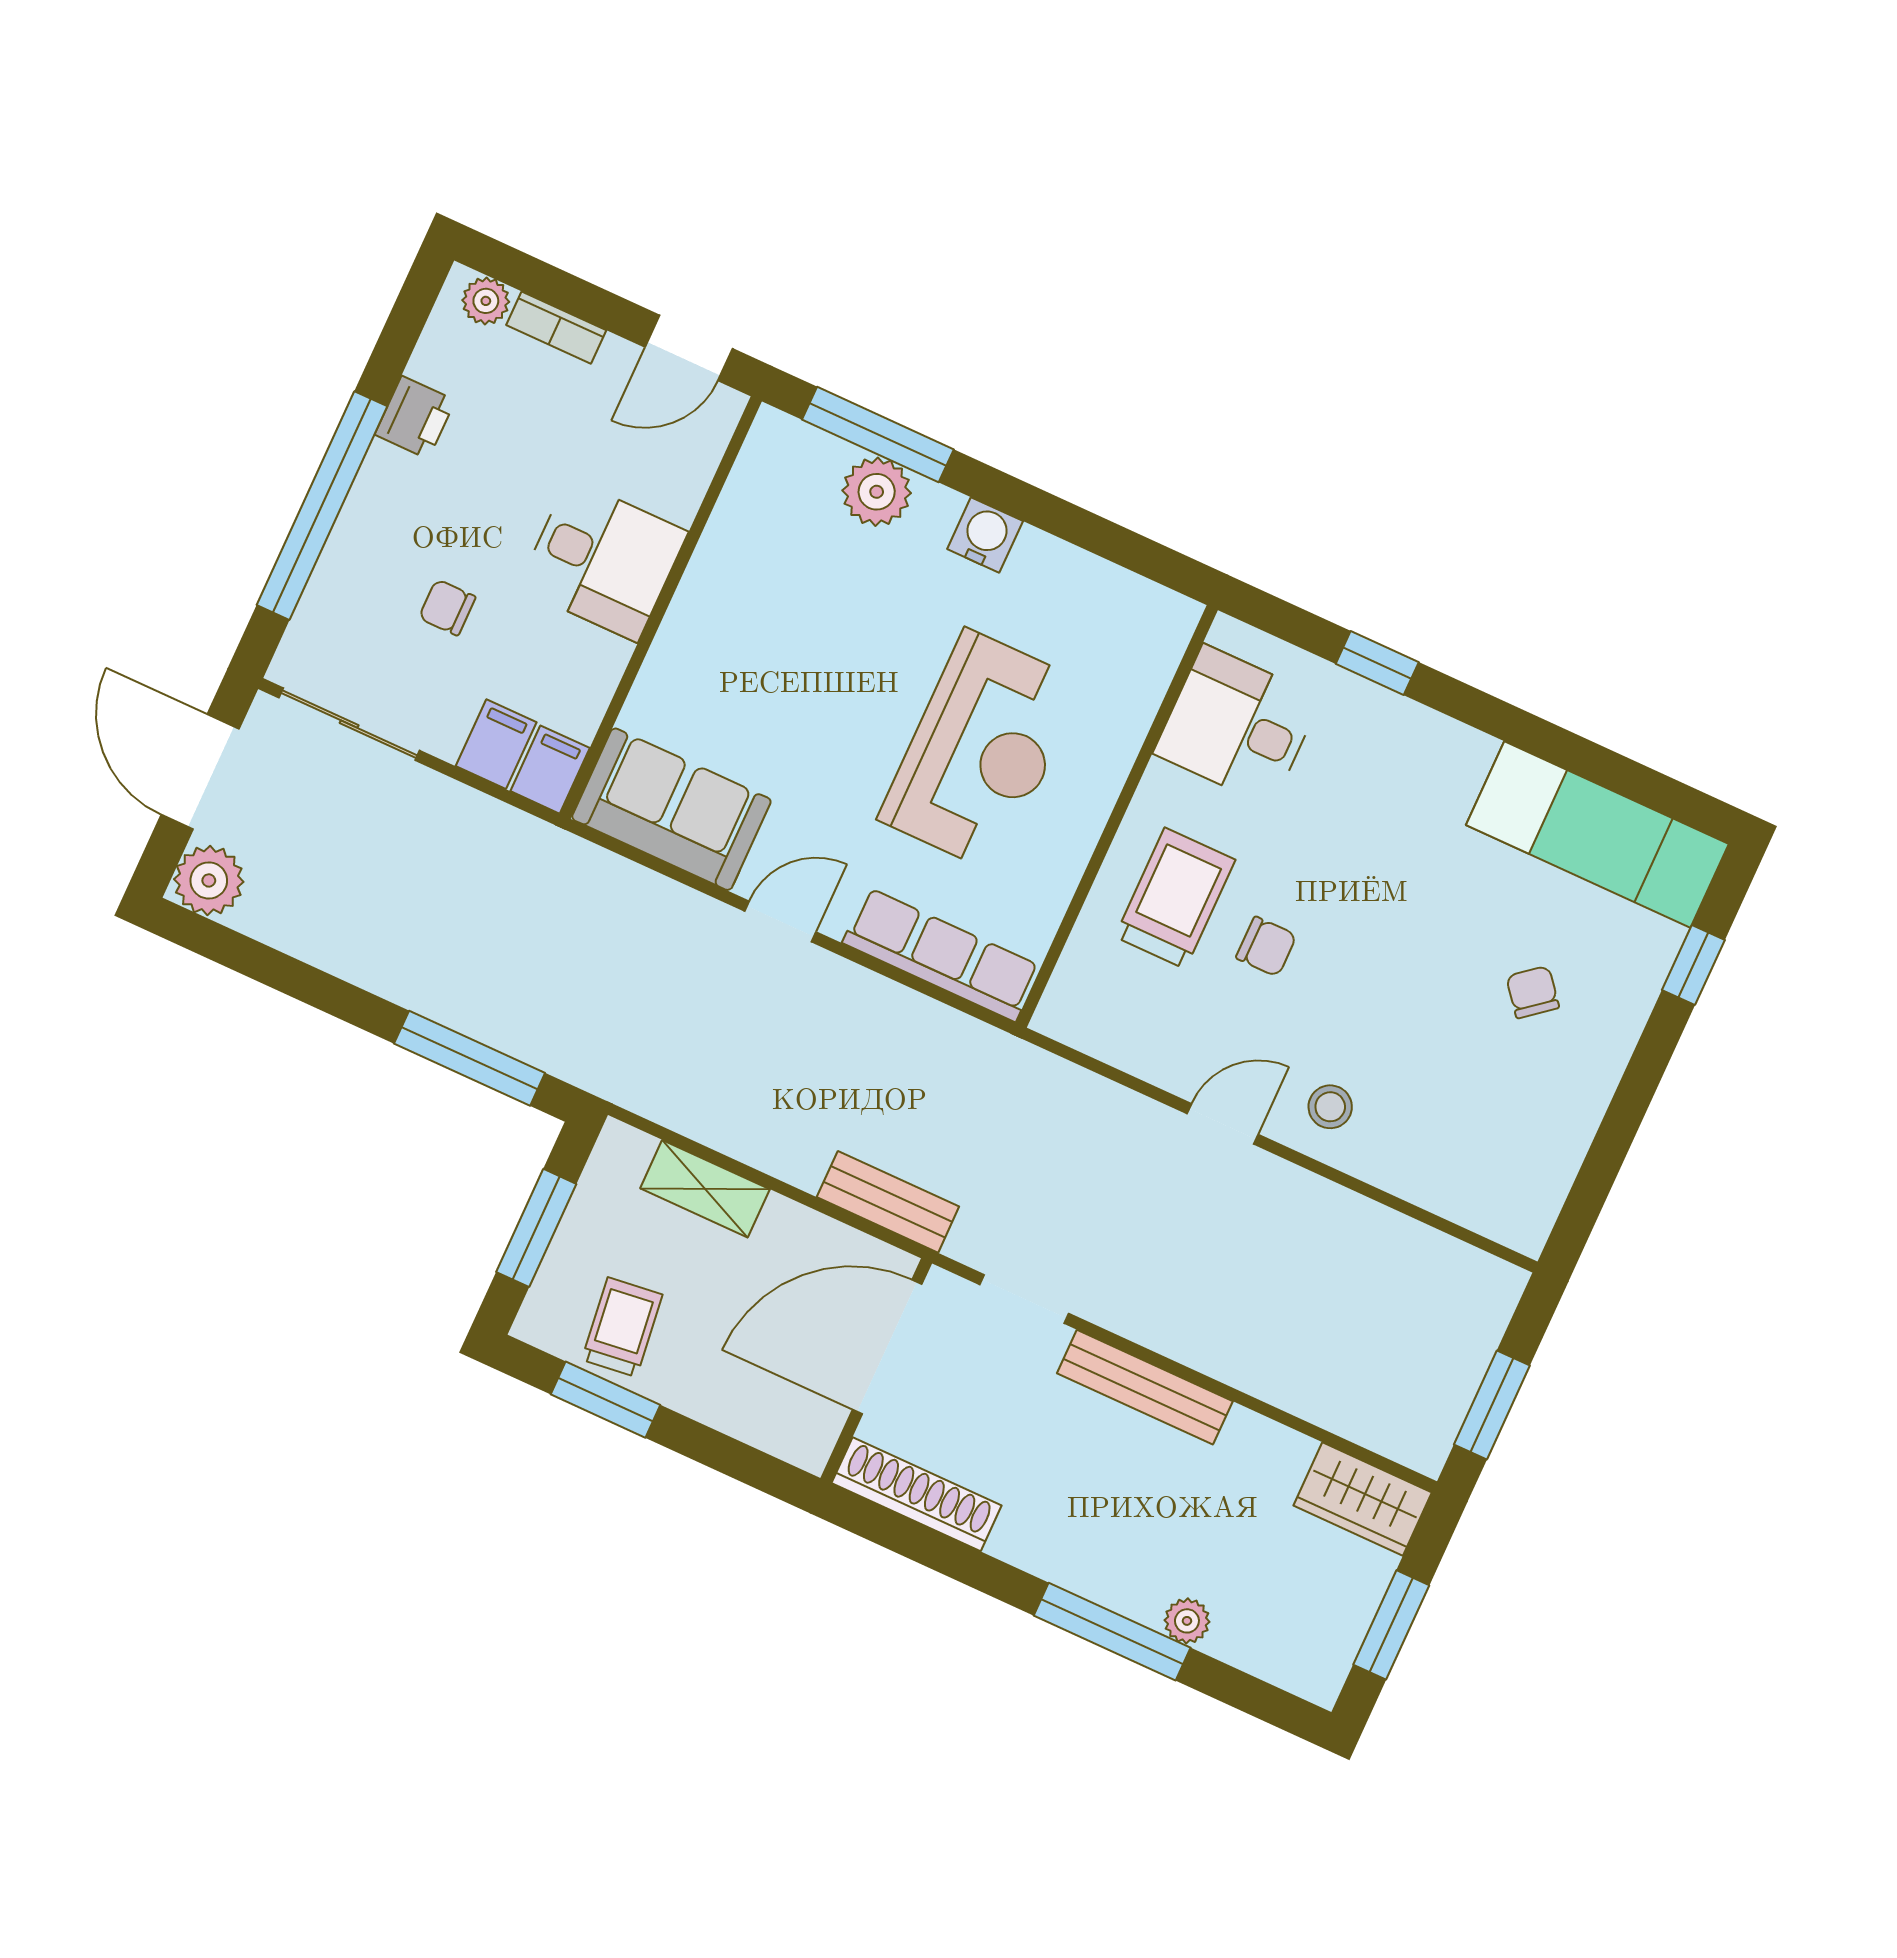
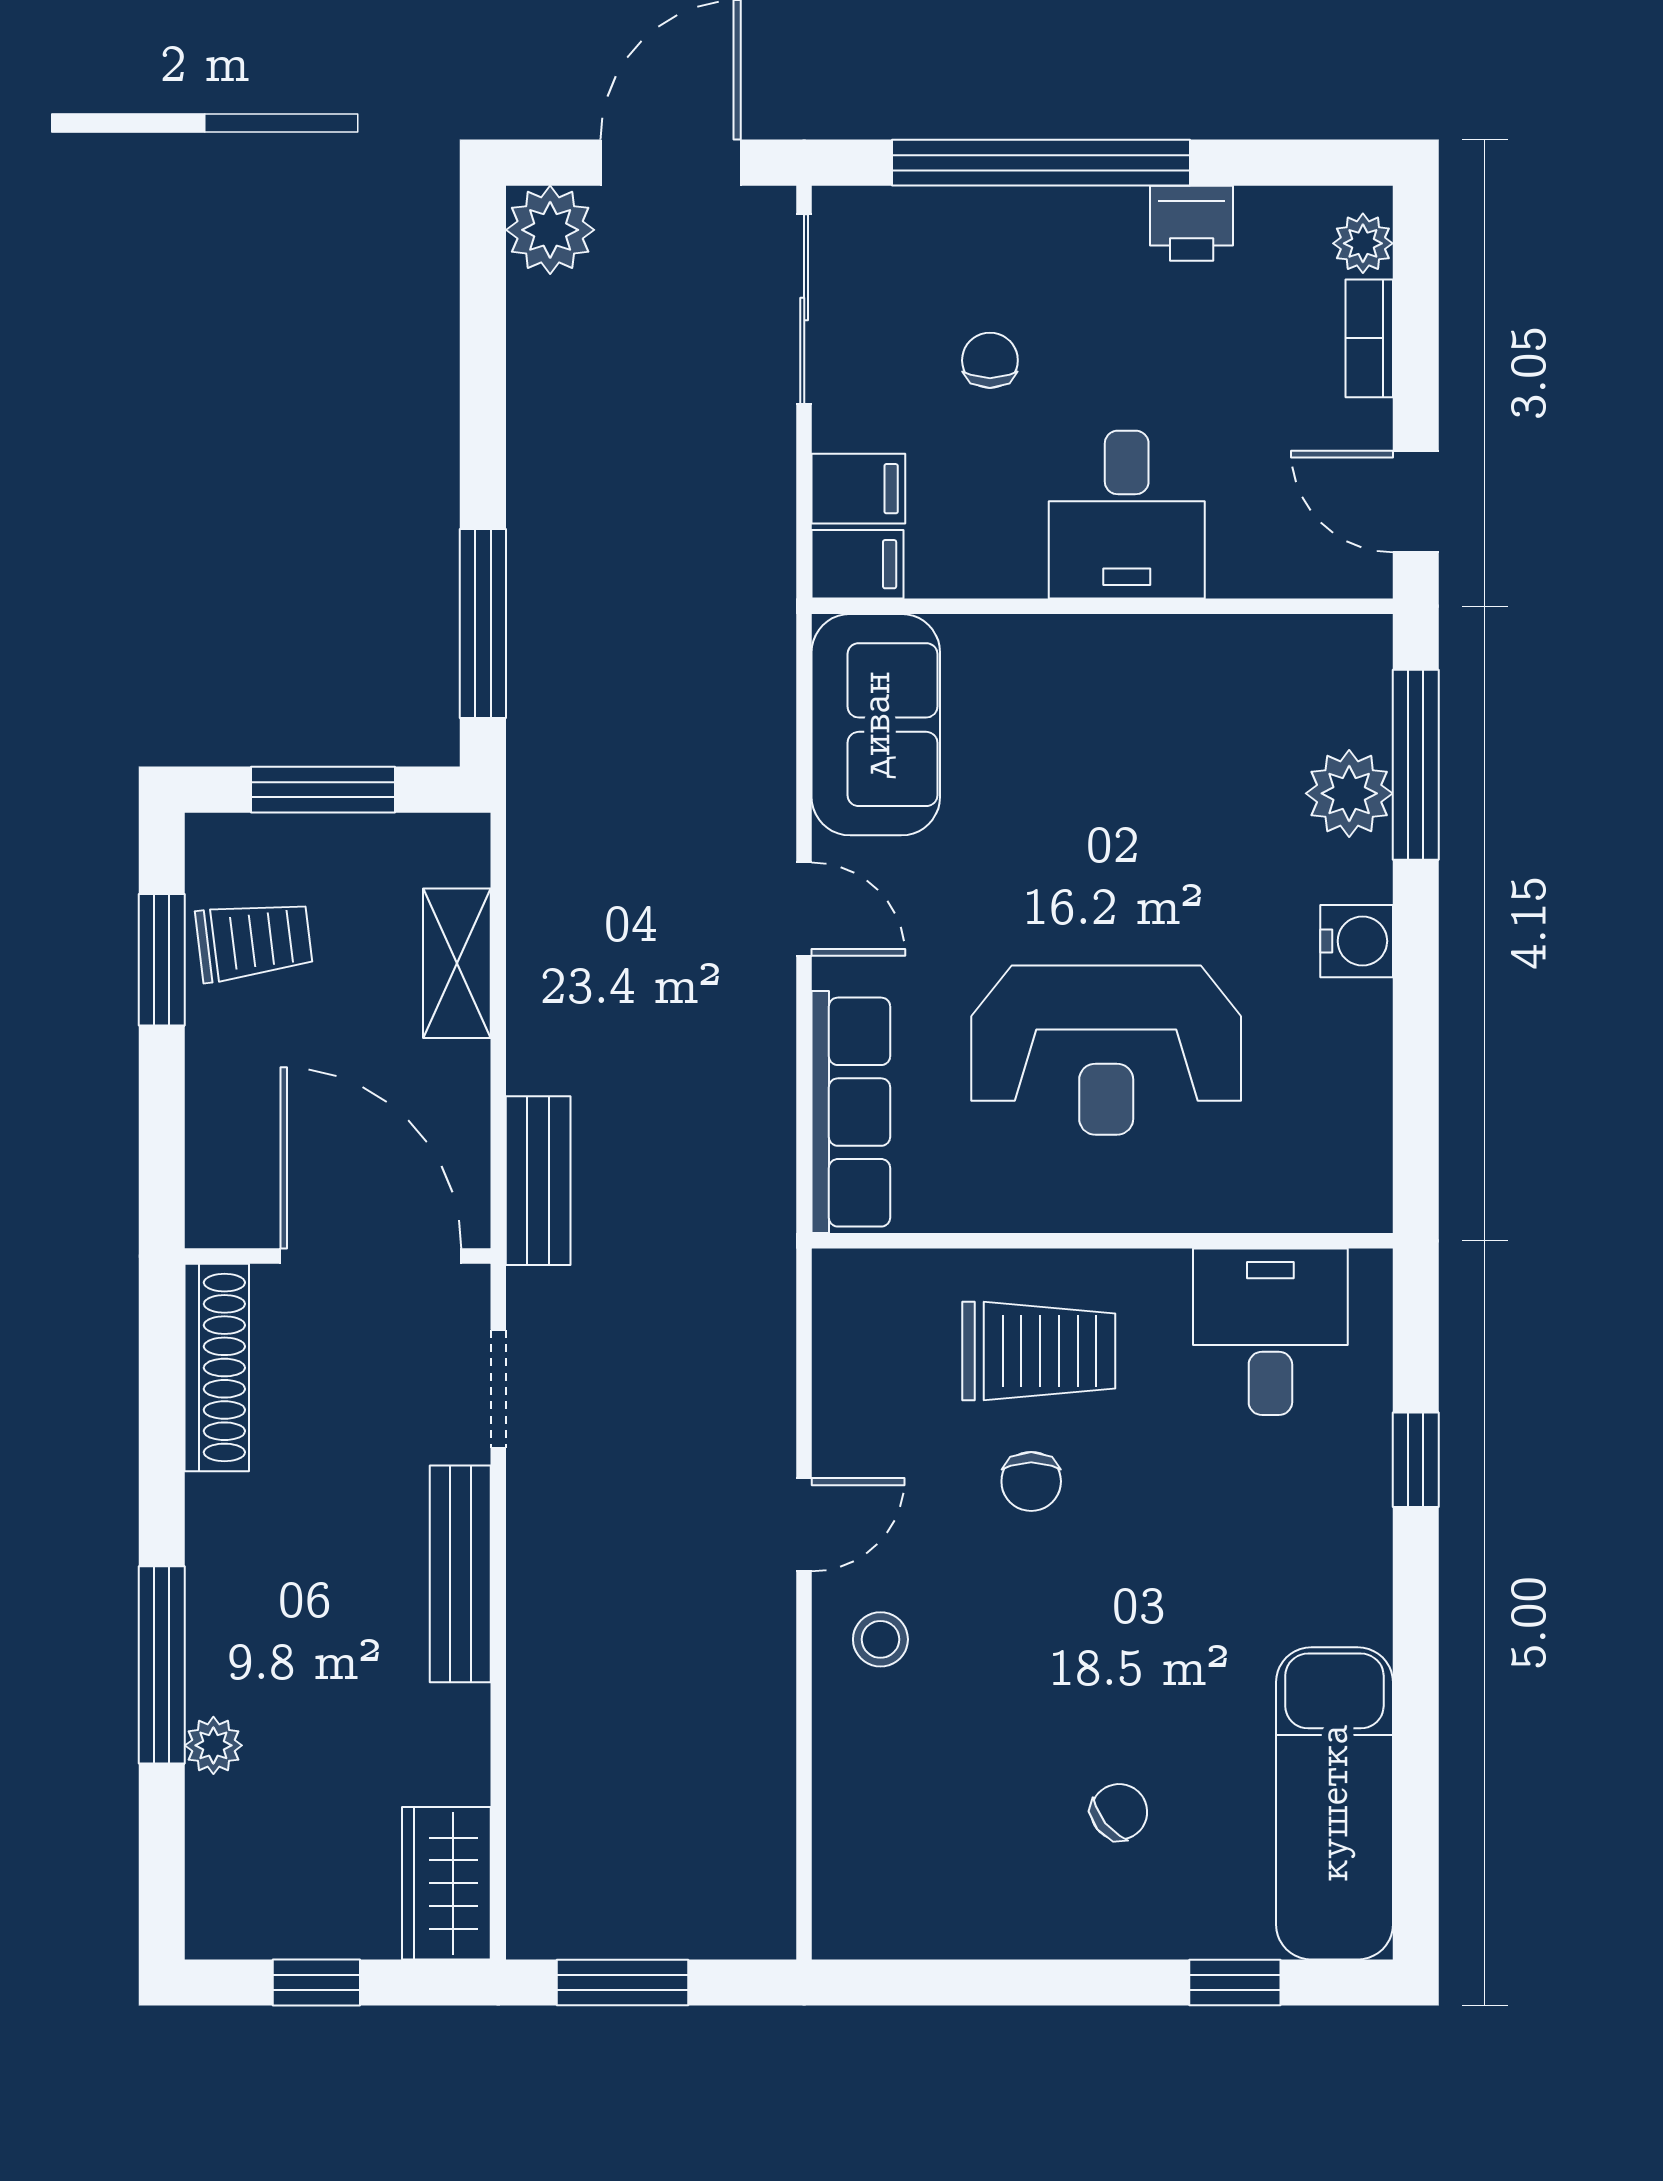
door: (1223, 1124) -> (804, 1525), hinge flipped
window: (1391, 1625) -> (316, 1982), width x0.67

